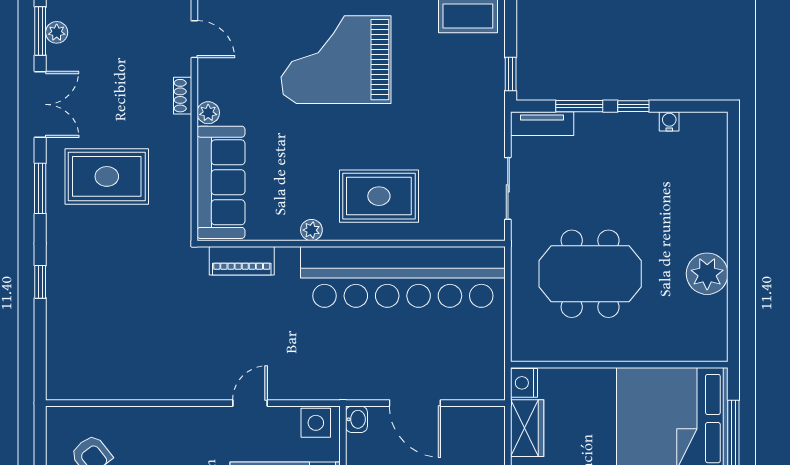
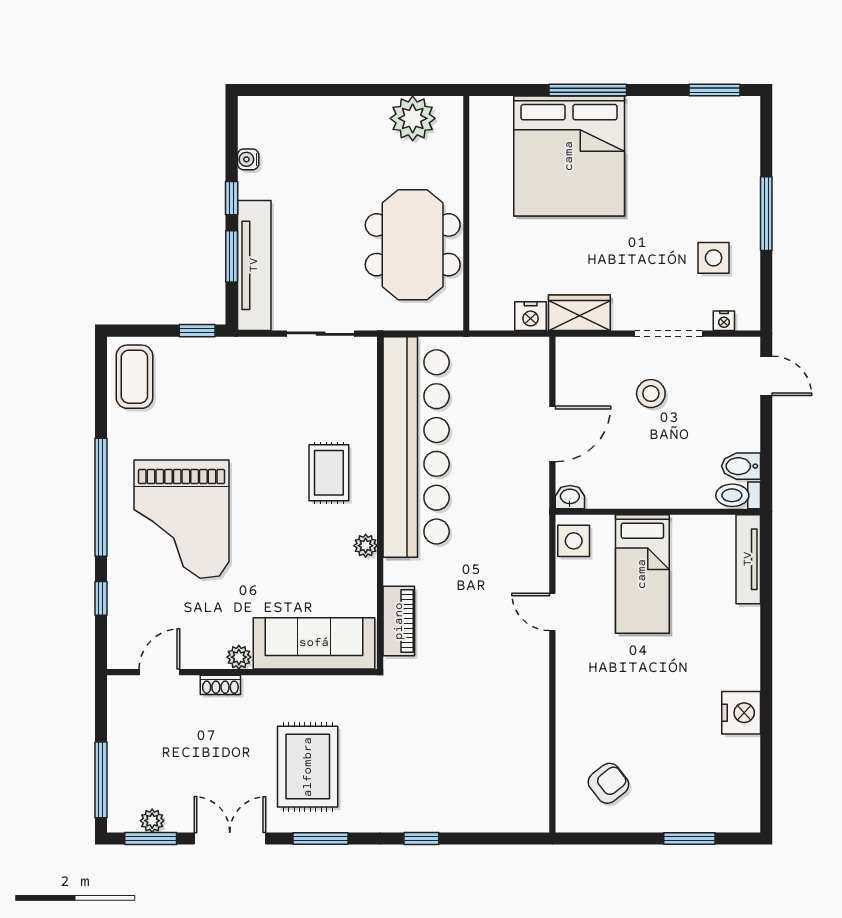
tv unit: (542, 124) -> (254, 265), width x1.92, depth x1.29
rug: (379, 196) -> (329, 473), width x0.73, depth x0.70
wall: (619, 365) -> (466, 213), moved

